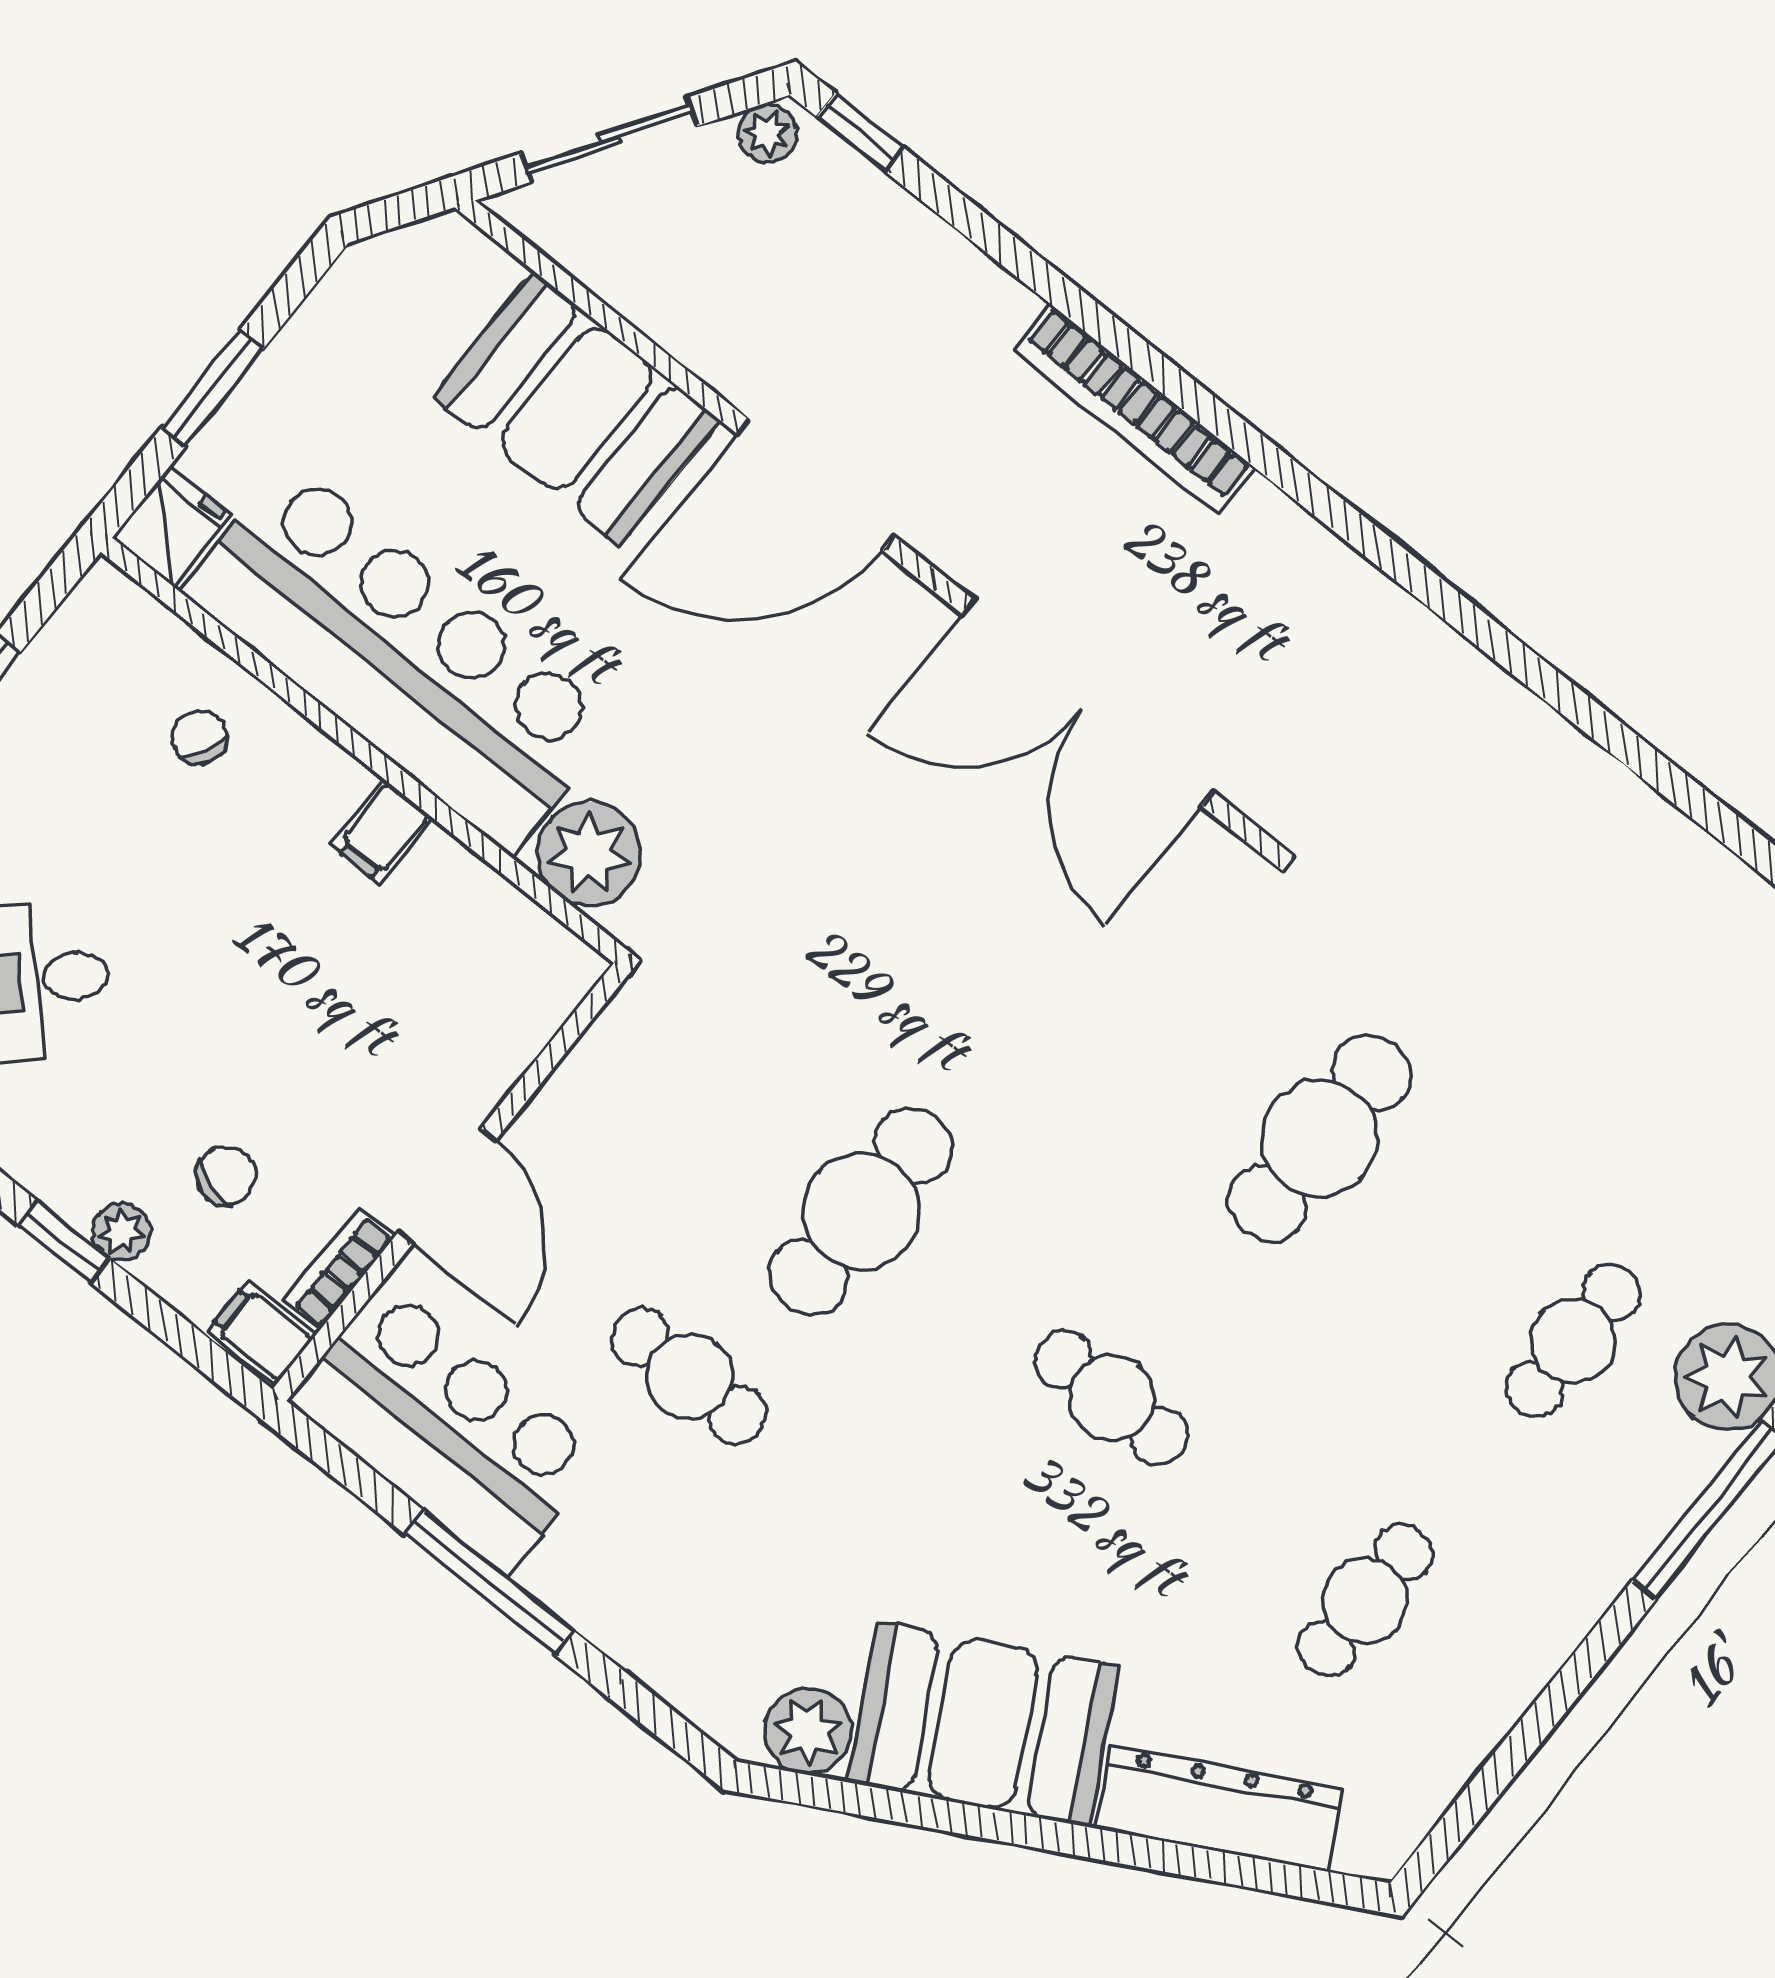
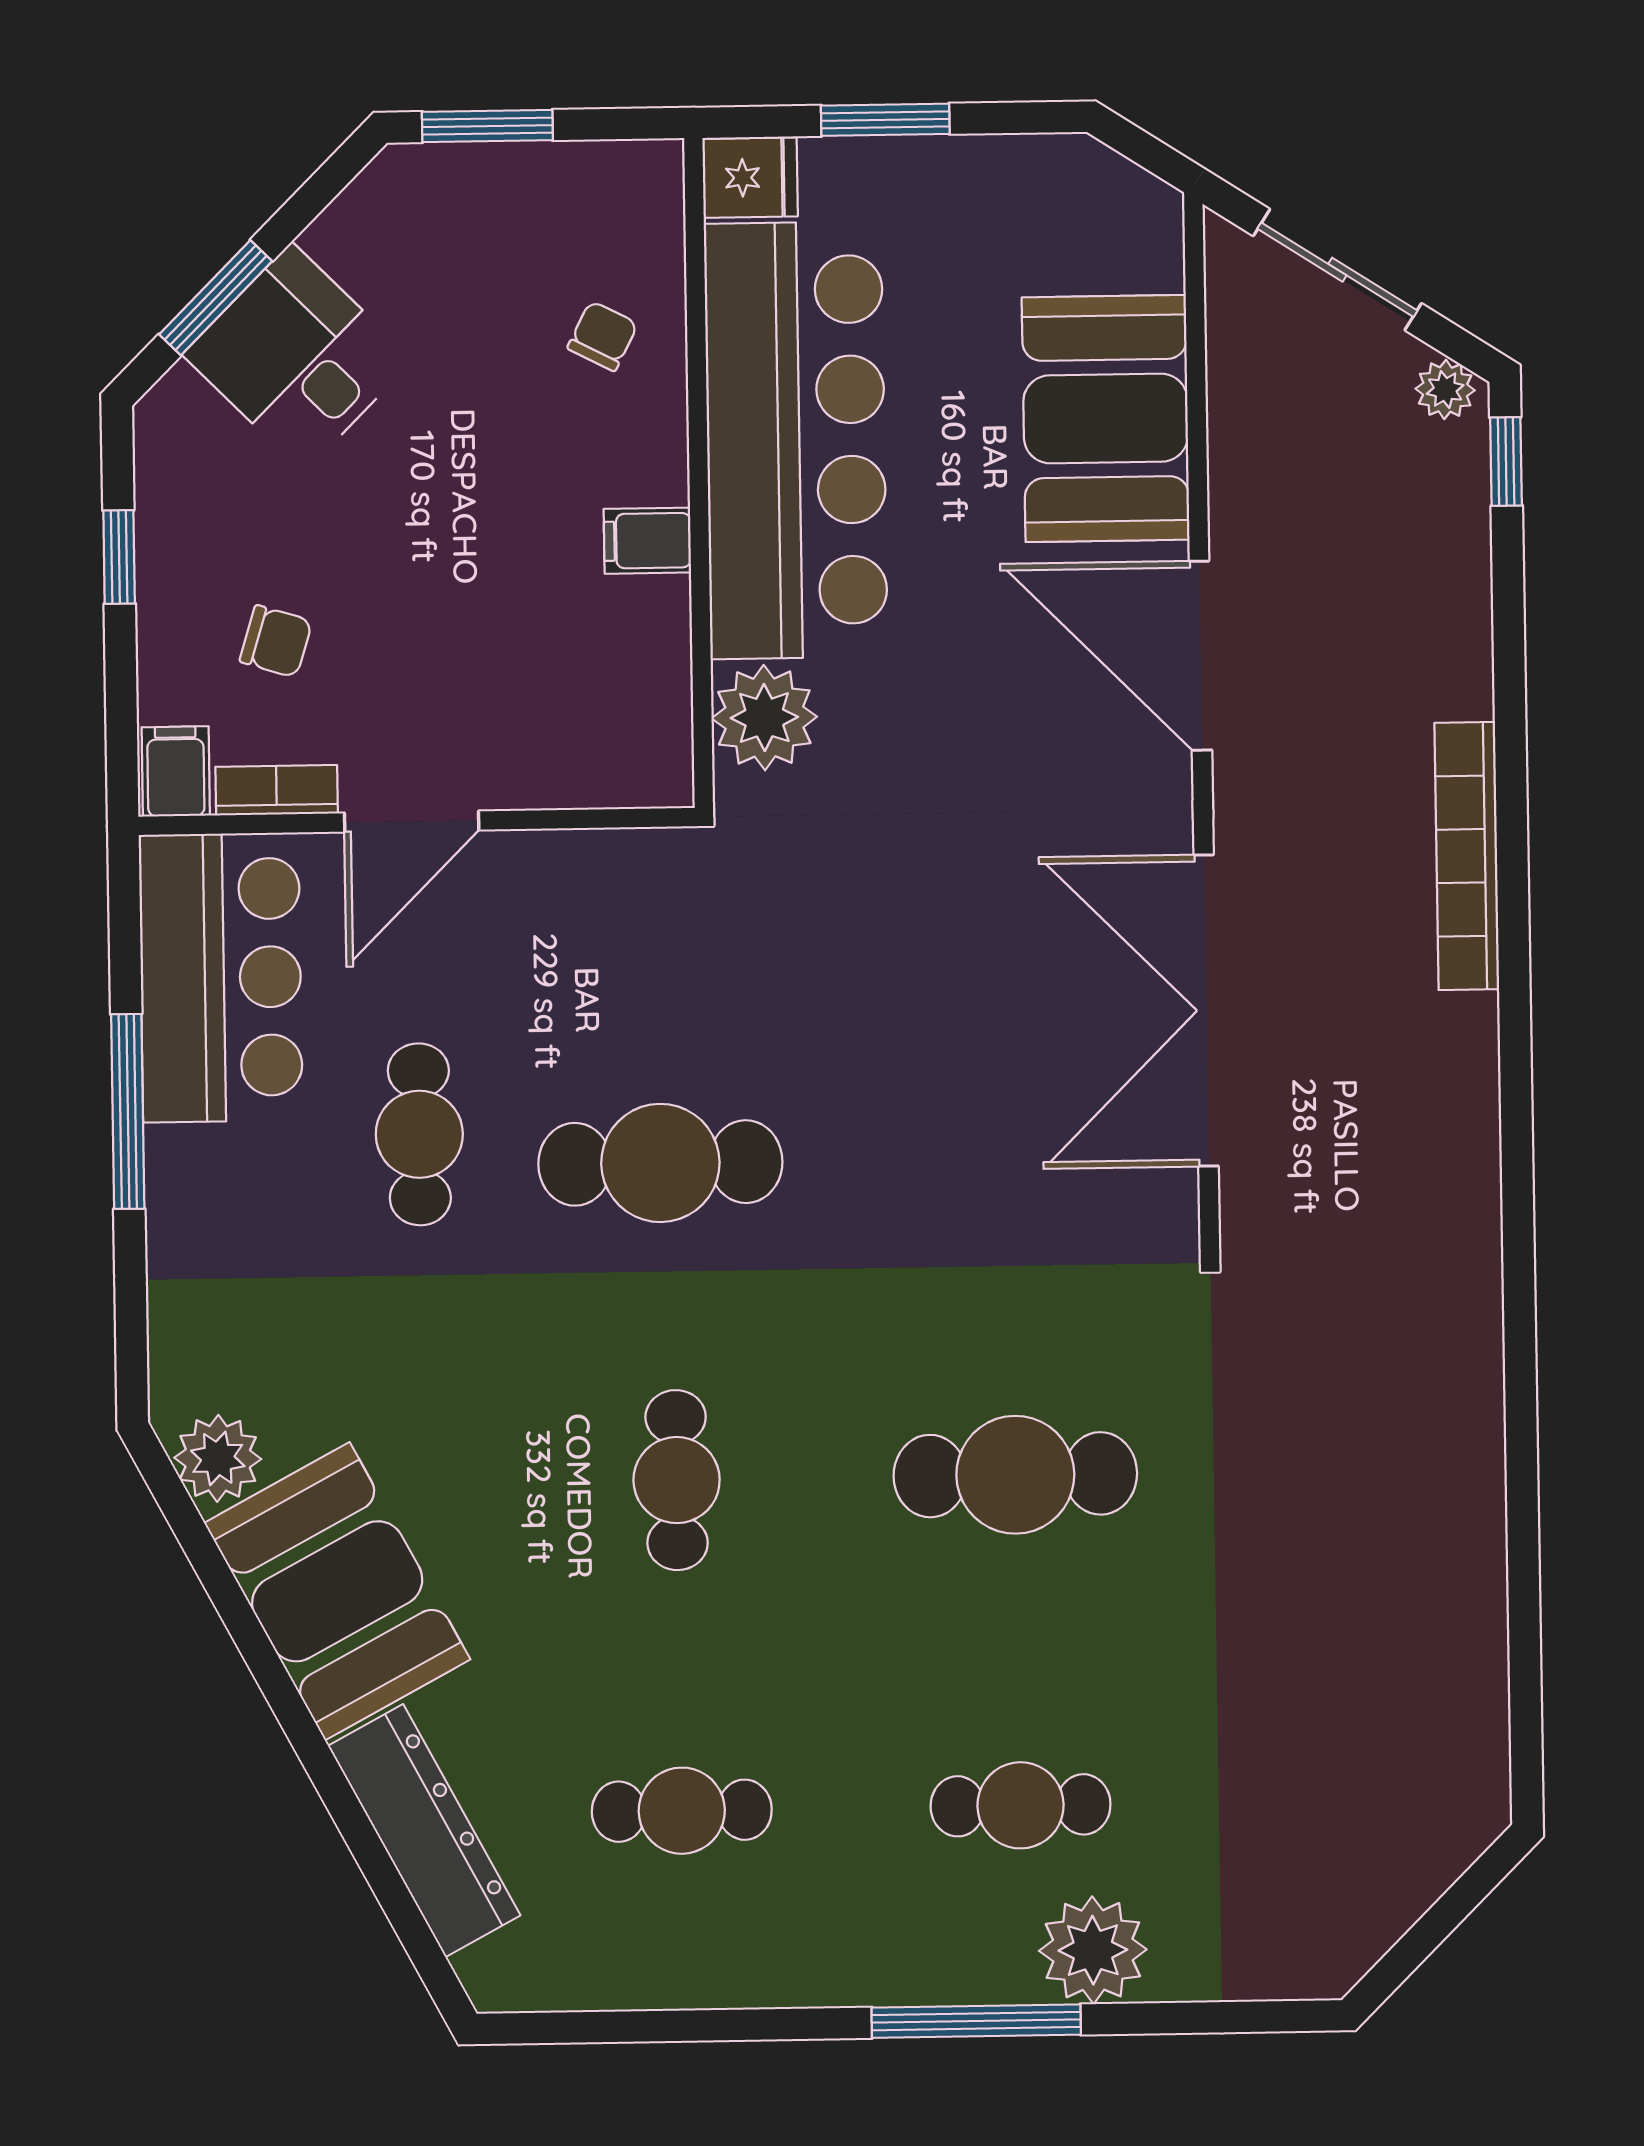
plant: (121, 1232) -> (164, 596), removed

